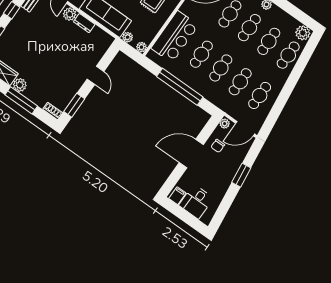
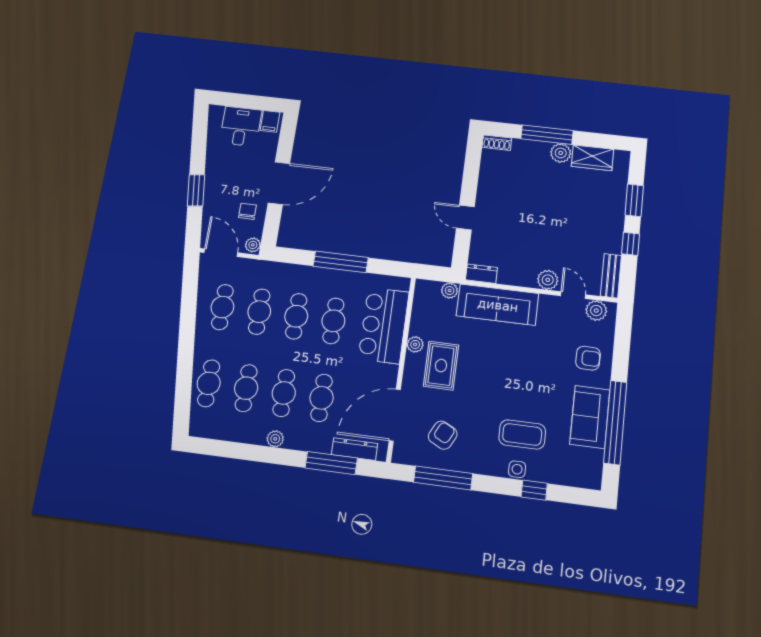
dresser: (84, 23) -> (481, 274), moved
plant: (303, 33) -> (203, 426), removed
plant: (141, 47) -> (415, 344), moved
window: (180, 87) -> (341, 262), width x0.68
window: (74, 105) -> (472, 165), removed
door: (245, 129) -> (221, 253), hinge flipped

